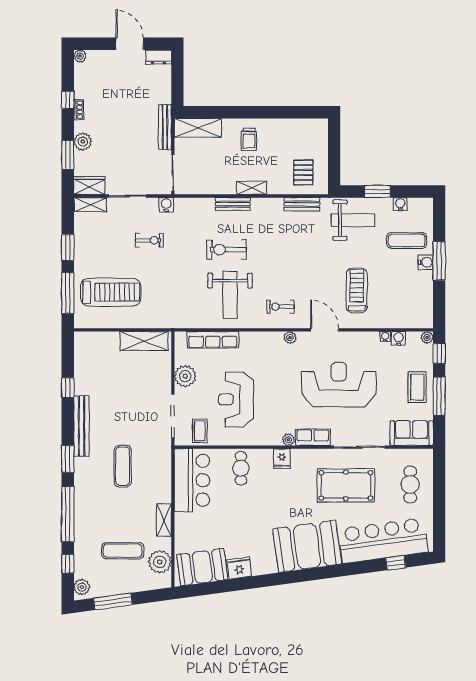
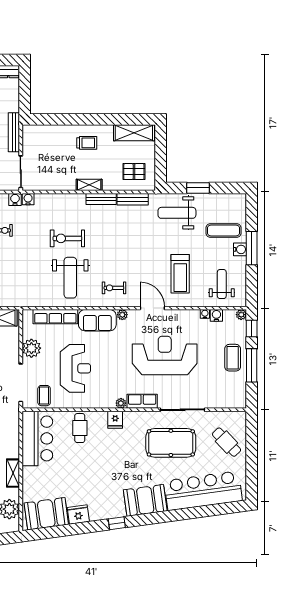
shelving: (198, 128) -> (134, 133), moved
trolley: (249, 139) -> (87, 143), turned -90
pallet: (303, 172) -> (134, 172), turned 90
bench: (233, 204) -> (101, 199), moved
water cooler: (400, 204) -> (28, 199), moved
weight bench: (353, 220) -> (177, 213), turned 180
treadmill: (357, 290) -> (180, 274), turned 180
weight bench: (405, 302) -> (222, 284), added
reception desk: (236, 399) -> (75, 368), turned 180
sofa: (412, 433) -> (97, 320), moved, turned 180
cafe table: (410, 484) -> (227, 442), turned -44
booth: (307, 546) -> (145, 500), width x0.73, depth x0.70
window: (396, 563) -> (117, 523), moved

